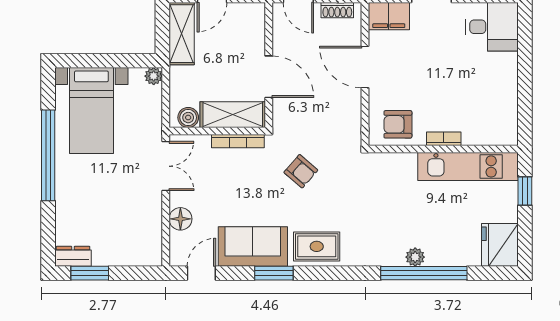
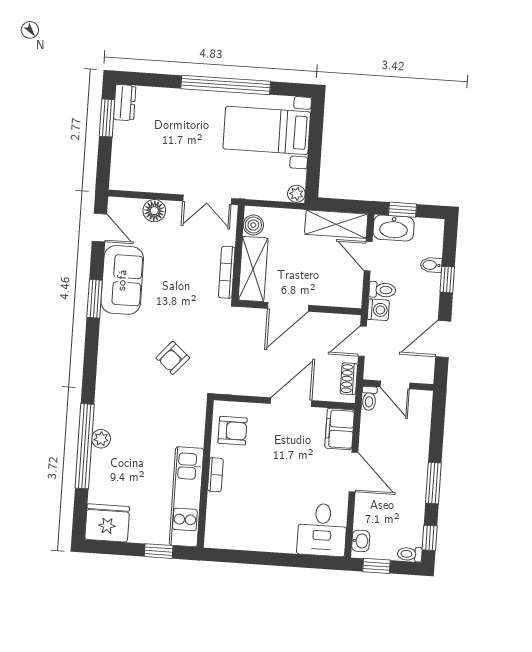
armchair: (398, 124) -> (233, 431), turned 90
armchair: (301, 171) -> (173, 358), moved
rug: (317, 246) -> (118, 343), removed

